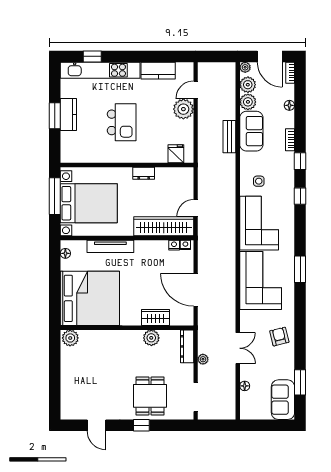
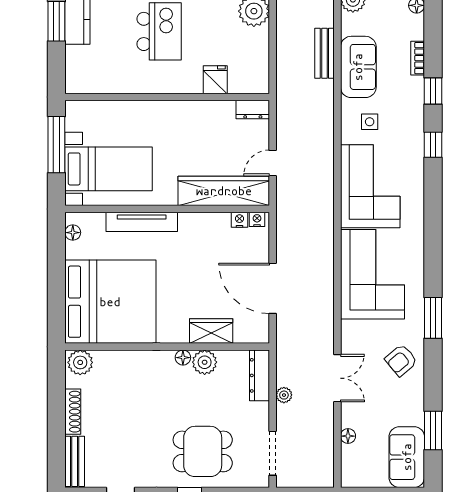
sofa: (251, 131) -> (358, 67), moved
fridge: (176, 154) -> (215, 80), moved
dresser: (144, 173) -> (253, 110), moved
bed with nightstands: (89, 203) -> (109, 169), width x0.73
window: (300, 269) -> (433, 318), moved
floor lamp: (137, 335) -> (183, 358), added
armchair: (279, 337) -> (401, 360), turned -116
shoe rack: (65, 370) -> (73, 412), added
dining table: (150, 396) -> (203, 451), turned 90
bench: (67, 402) -> (75, 461), added

